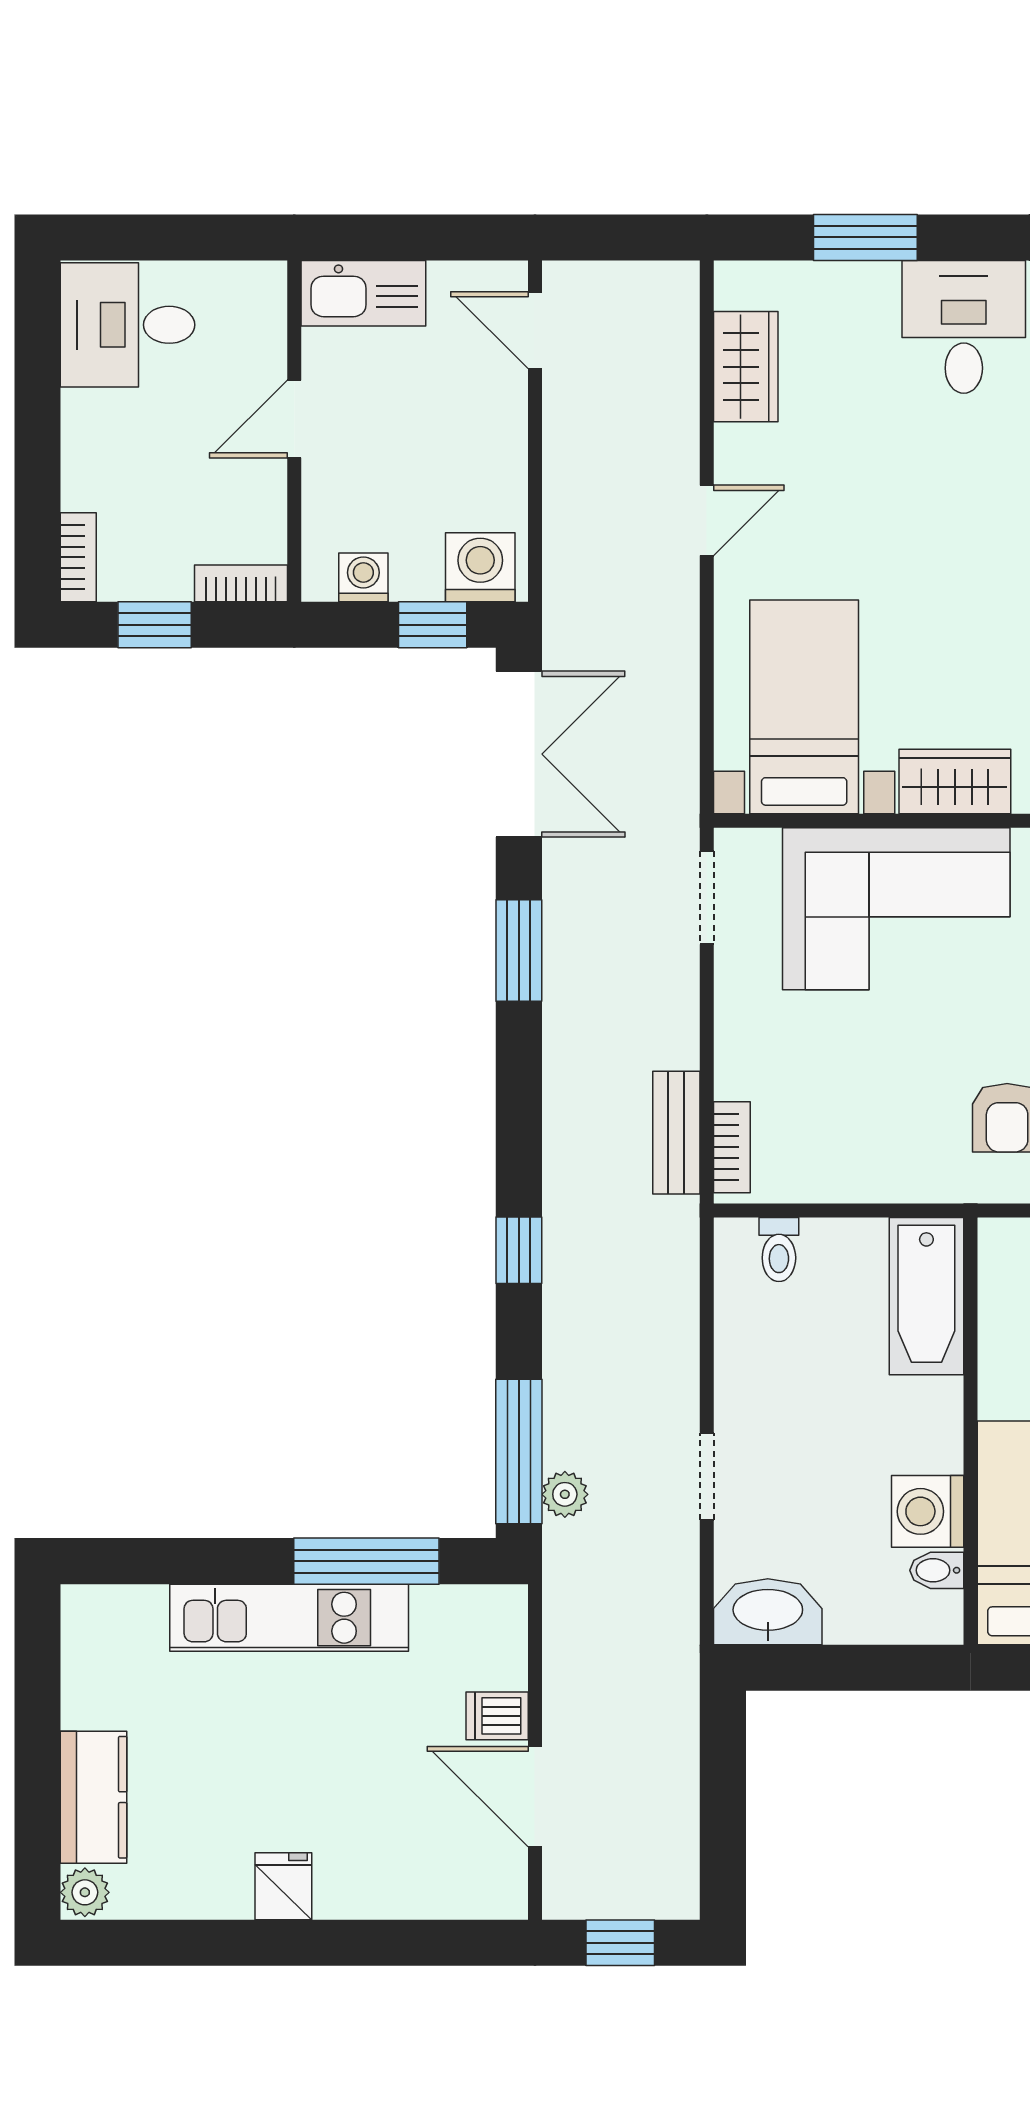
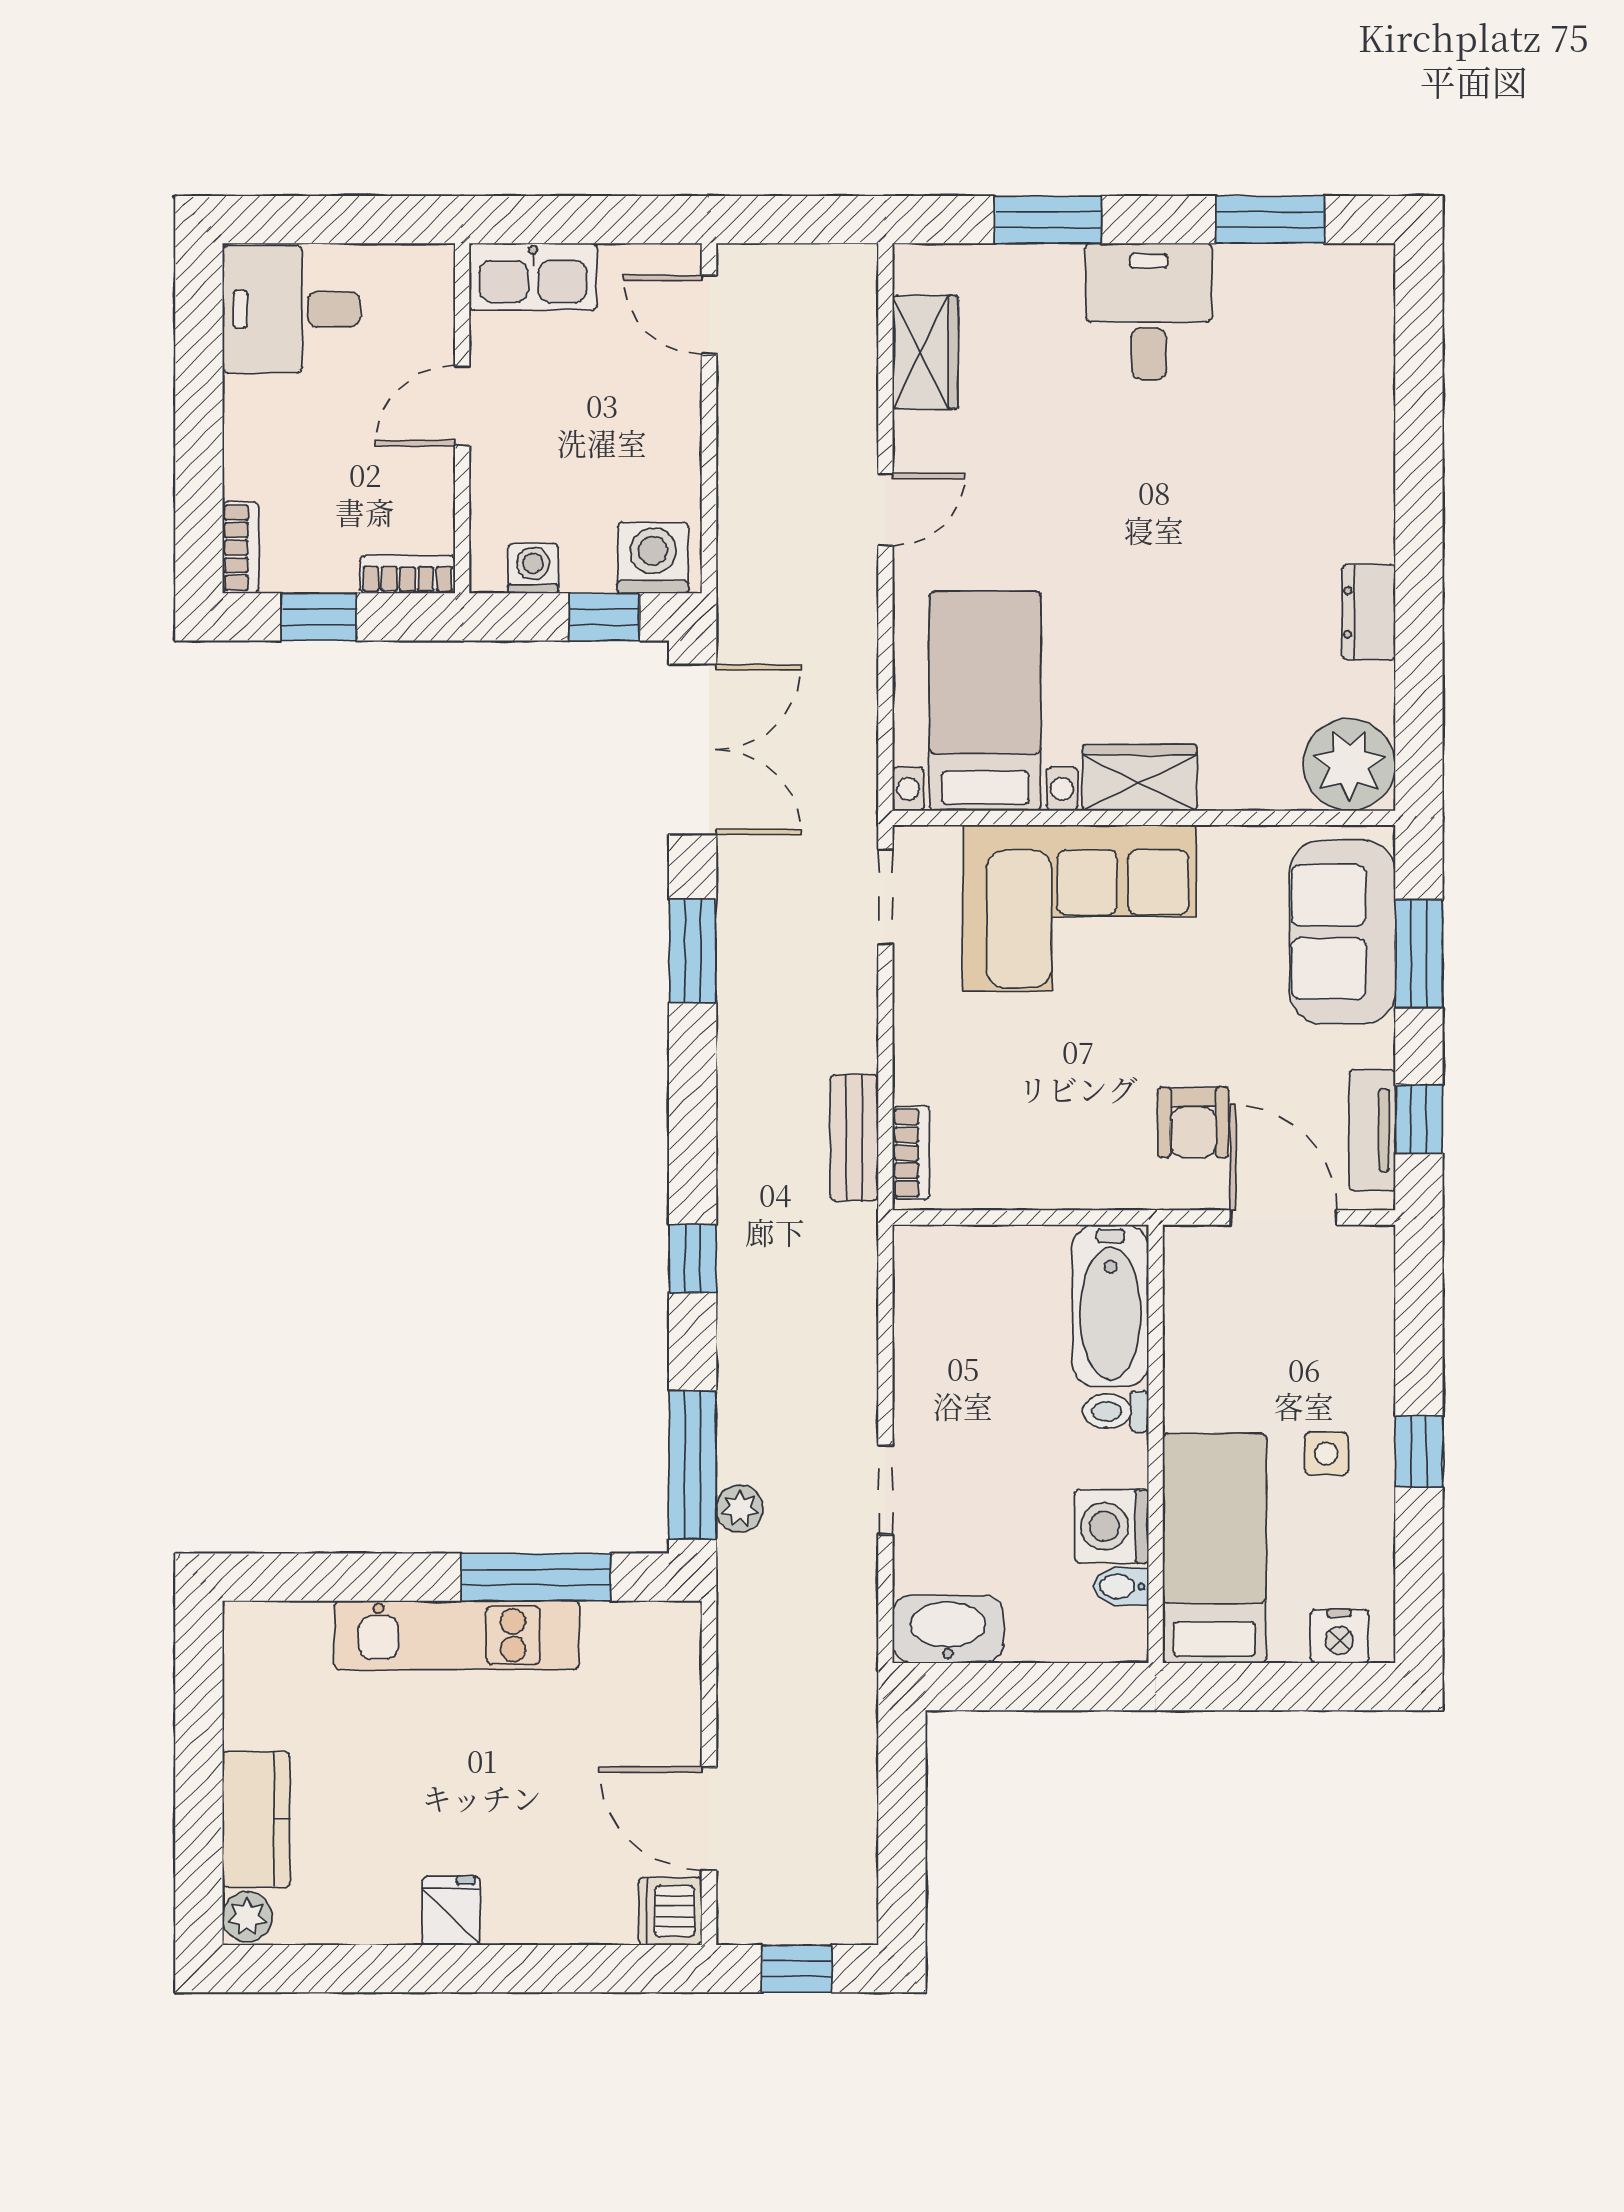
toilet: (779, 1250) -> (1116, 1411), moved, turned 90
dishwasher: (497, 1716) -> (670, 1911), moved, width x1.38

